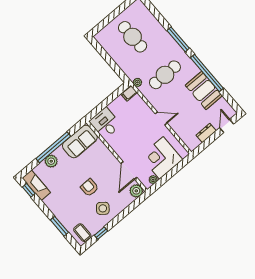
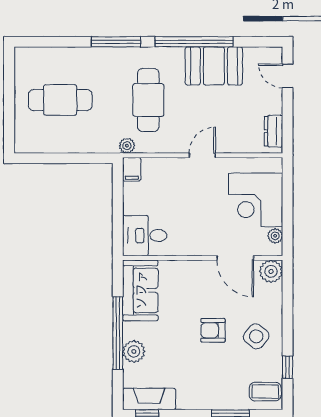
dresser: (206, 133) -> (273, 131), moved

